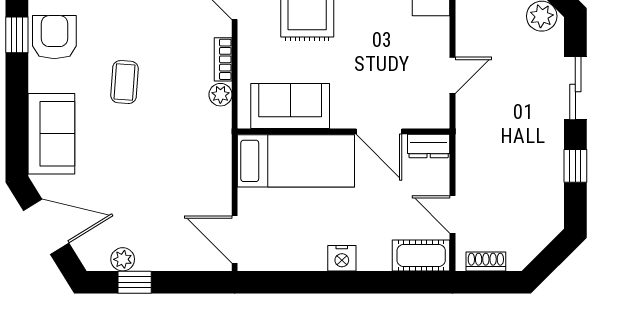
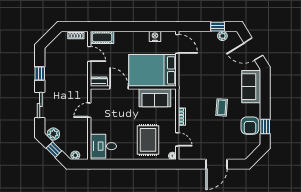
plant: (220, 95) -> (183, 102), removed
bed: (296, 161) -> (153, 70), width x1.50
nightstand: (342, 258) -> (155, 36), moved

